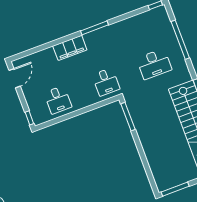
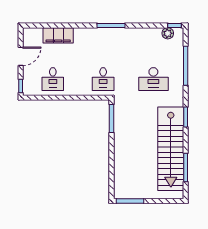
plant: (152, 15) -> (168, 33), added
filing cabinet: (70, 48) -> (58, 35), moved
door: (15, 78) -> (21, 56), moved

